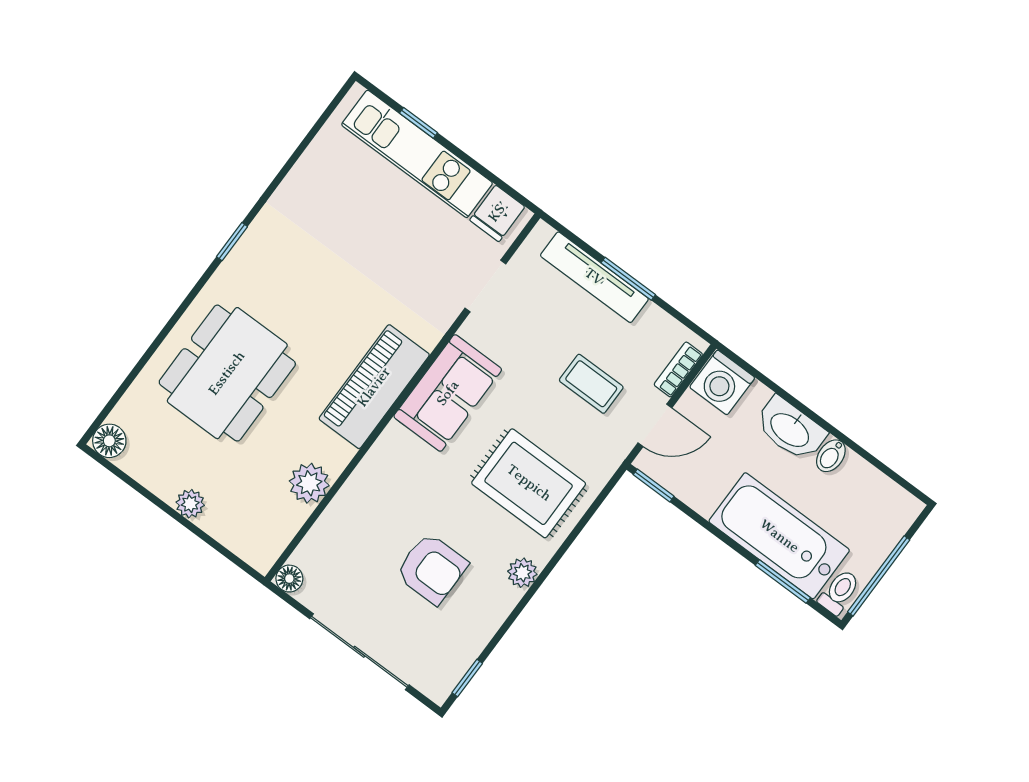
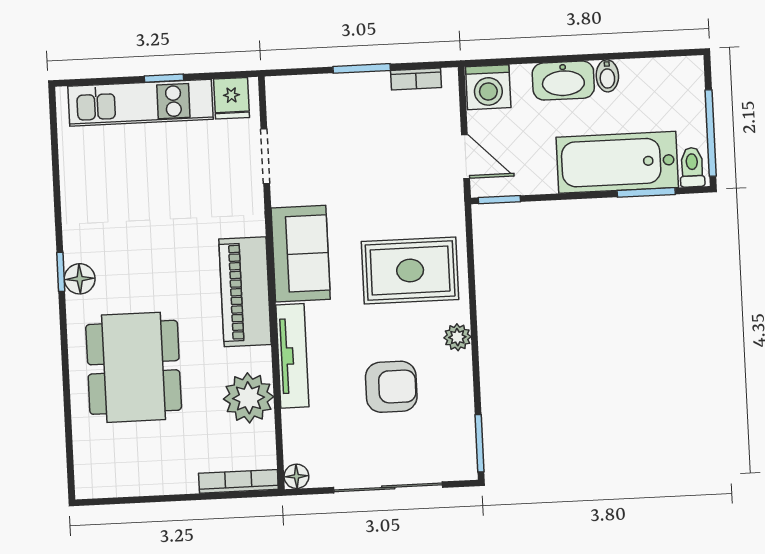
window: (419, 123) -> (164, 78), moved
tv unit: (594, 277) -> (292, 356), moved, turned -90
bookcase: (678, 369) -> (416, 79), moved, turned -90
coffee table: (591, 384) -> (397, 164), removed
door: (655, 425) -> (466, 156), hinge flipped
floor lamp: (109, 441) -> (80, 279), moved
plant: (309, 483) -> (249, 398), width x1.36, depth x1.36
plant: (190, 504) -> (183, 481), removed
bookcase: (237, 542) -> (238, 481), added
window: (467, 678) -> (480, 443), width x1.50

